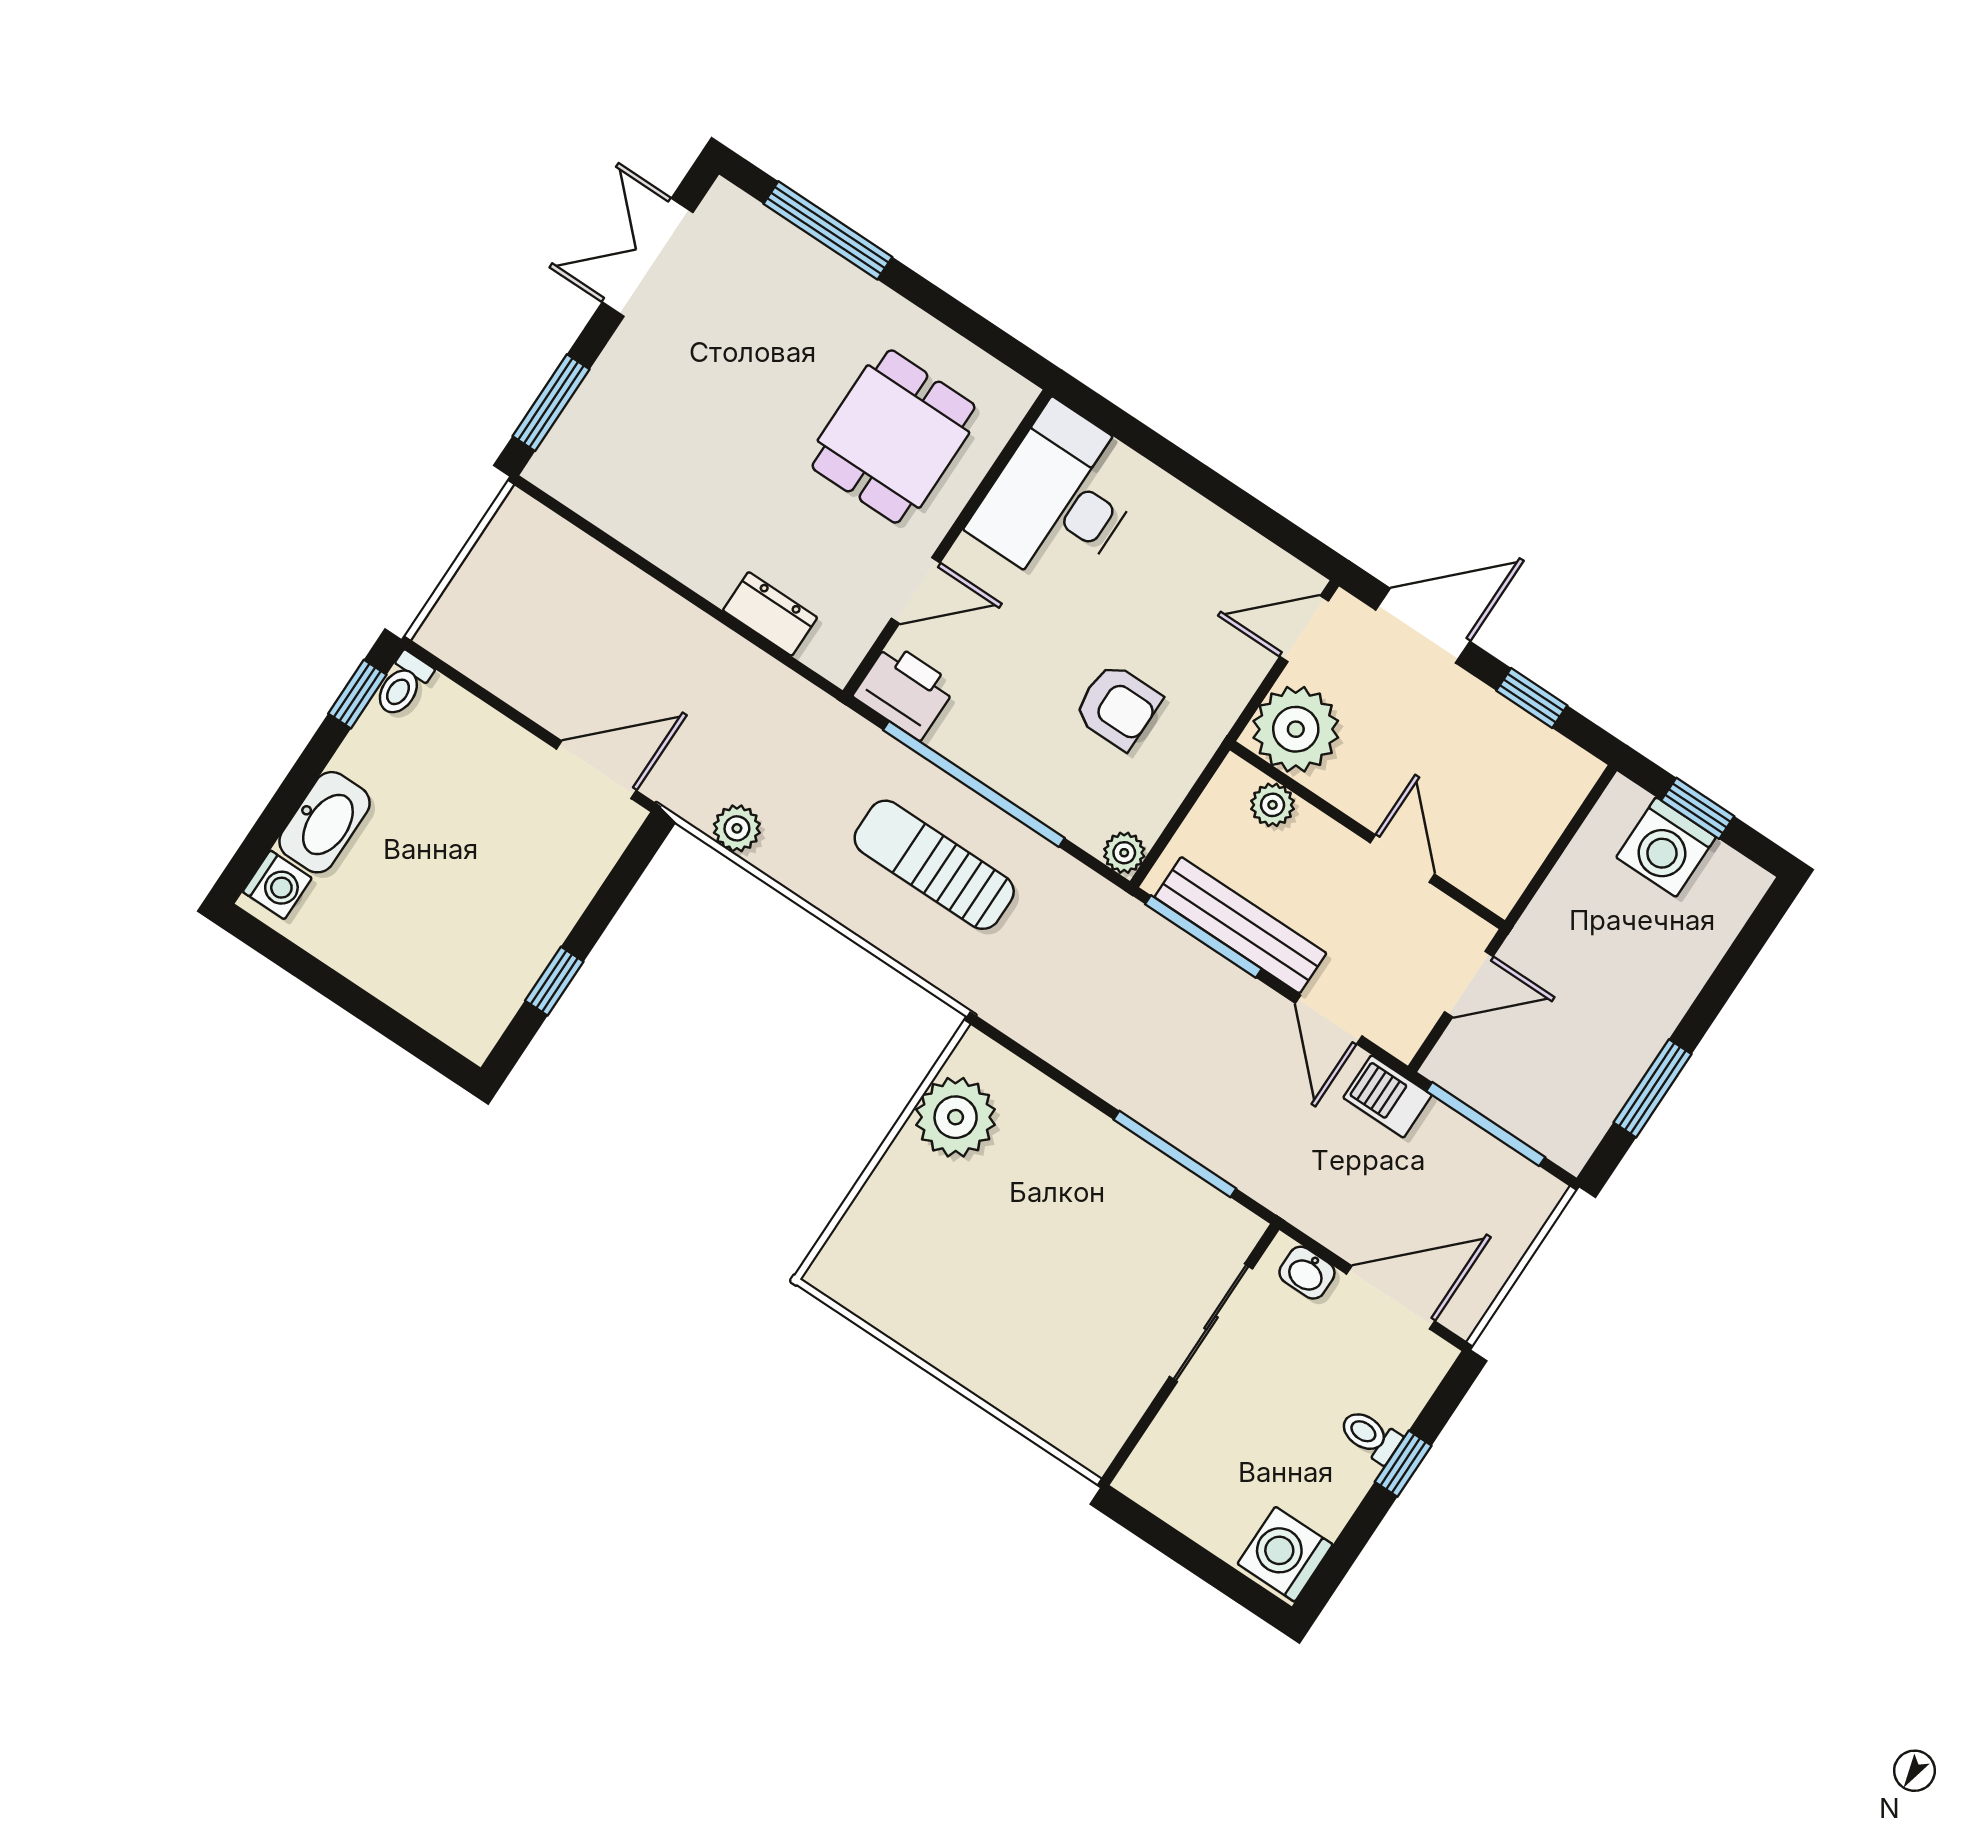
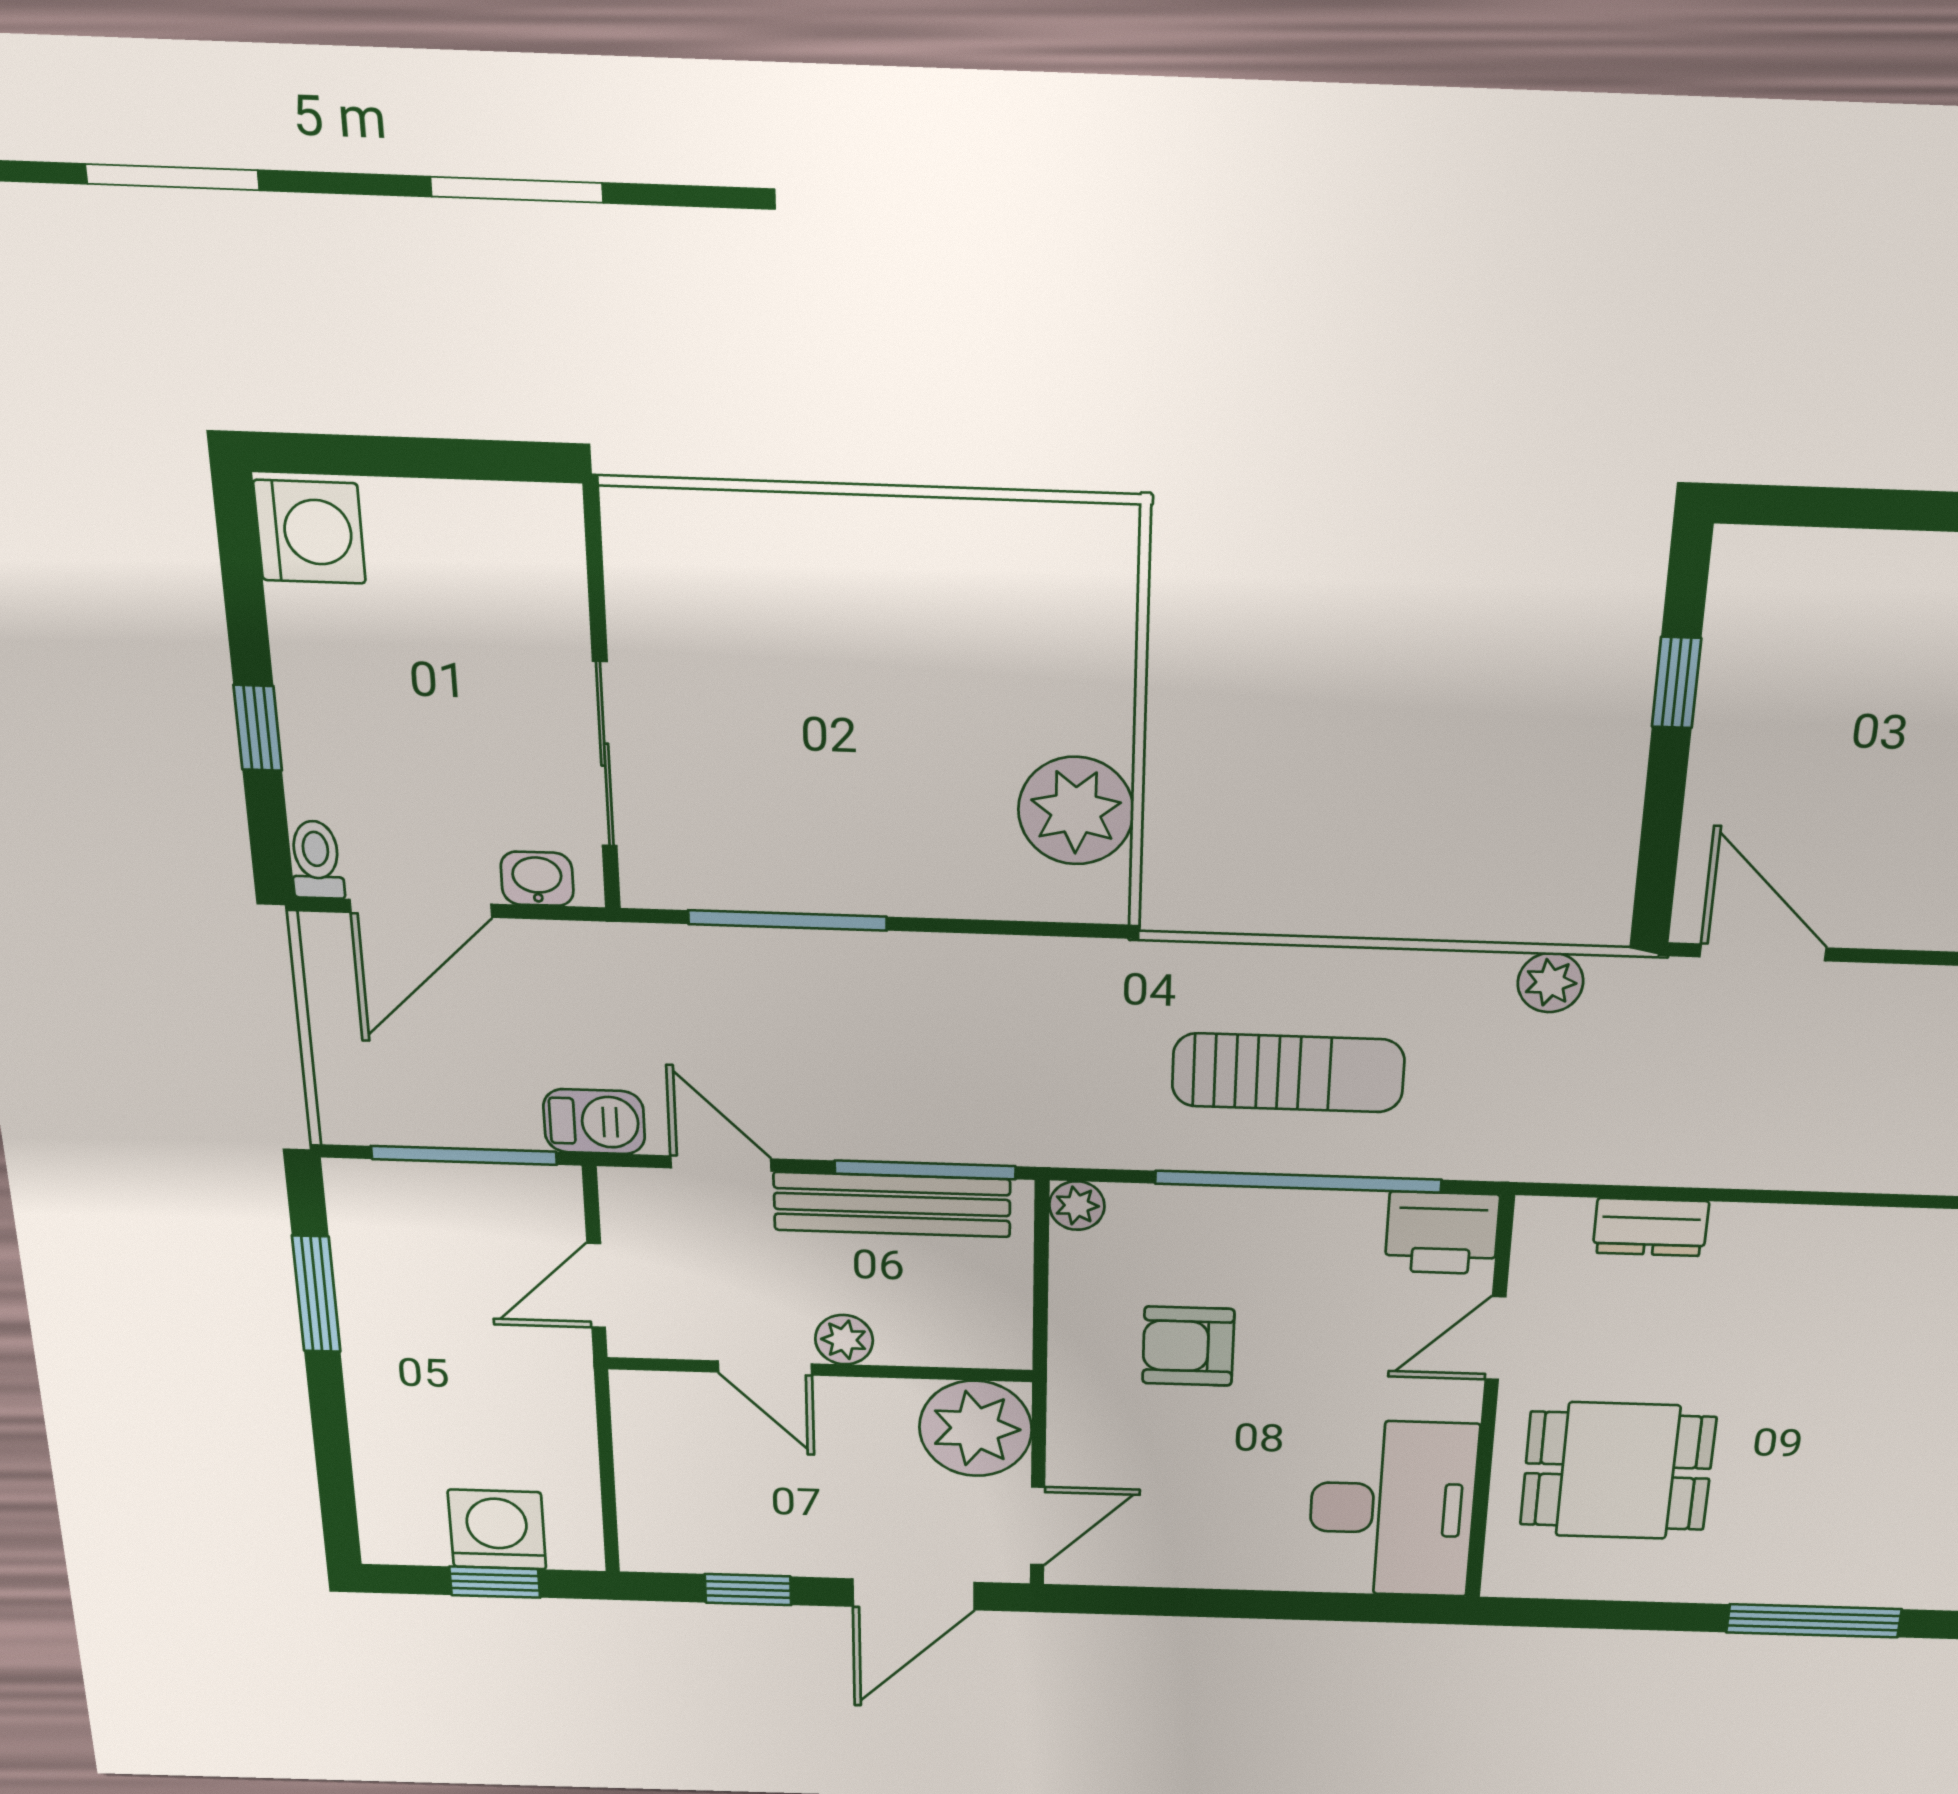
dining table: (893, 437) -> (1618, 1471), turned 90
door: (596, 770) -> (1763, 952), swing flipped
plant: (1273, 805) -> (844, 1340), moved
toilet: (1370, 1436) -> (316, 860), moved, turned -90

